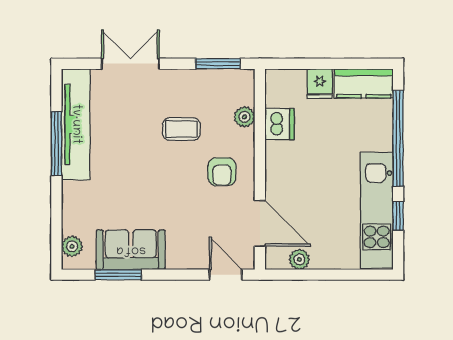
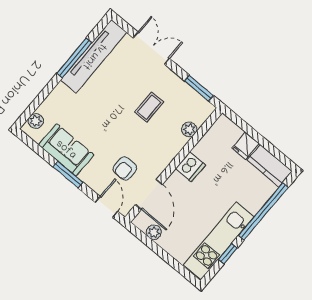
dishwasher: (280, 124) -> (190, 167), moved
coffee table: (181, 129) -> (149, 107), turned 90
armchair: (222, 172) -> (125, 168), moved
window: (118, 275) -> (68, 175), moved

